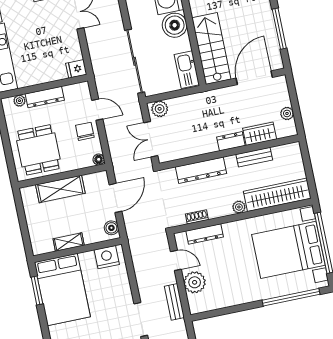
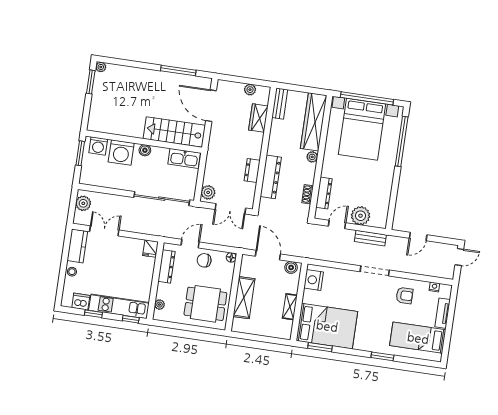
boiler: (175, 25) -> (145, 150), width x0.54, depth x0.54
dresser: (45, 97) -> (166, 266), moved
dresser: (231, 141) -> (252, 170), moved
bench: (254, 157) -> (280, 104), moved

